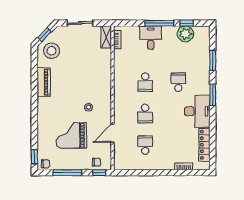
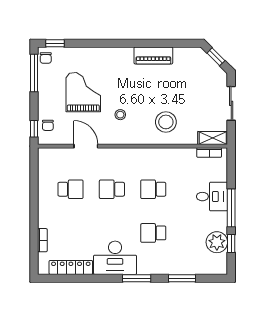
stool: (52, 51) -> (166, 122), moved
school desk: (178, 82) -> (153, 233), turned 180
window: (67, 173) -> (34, 73), moved

